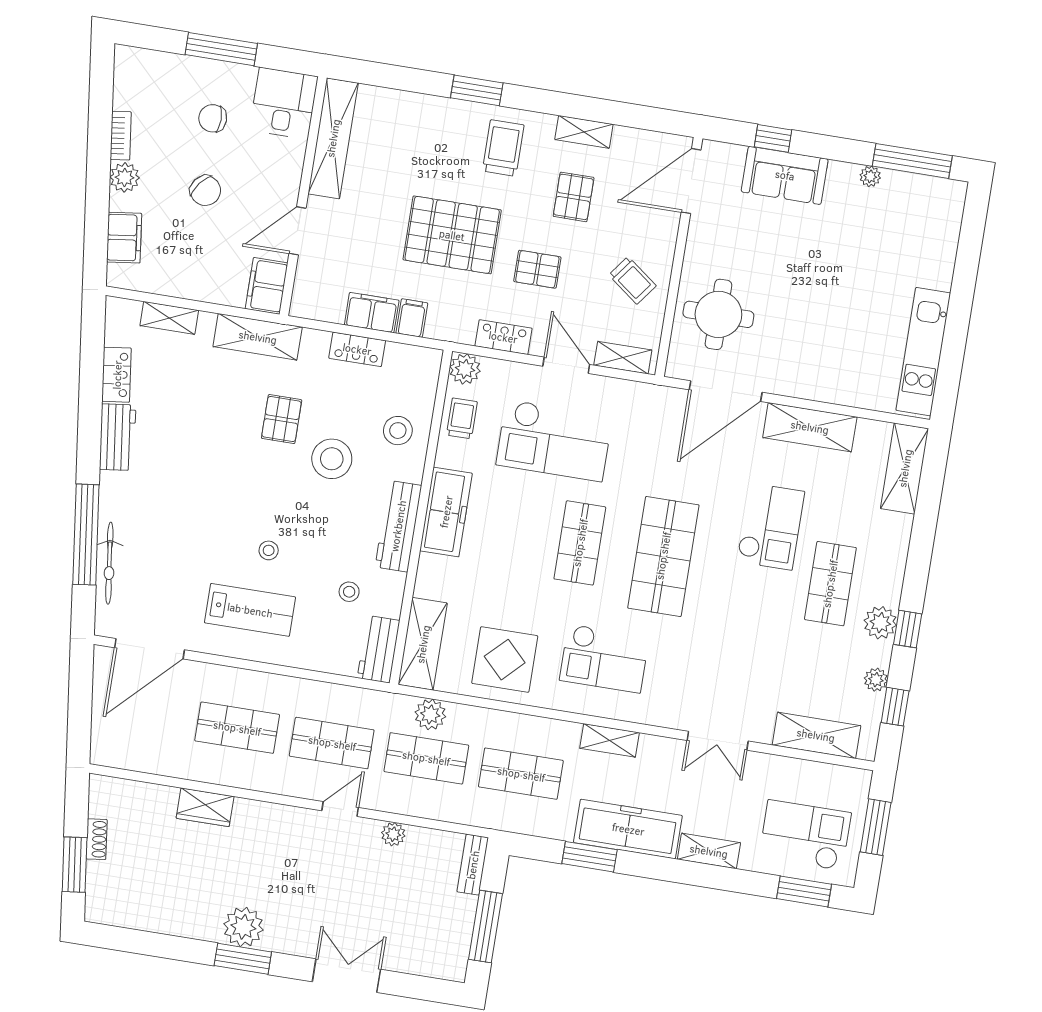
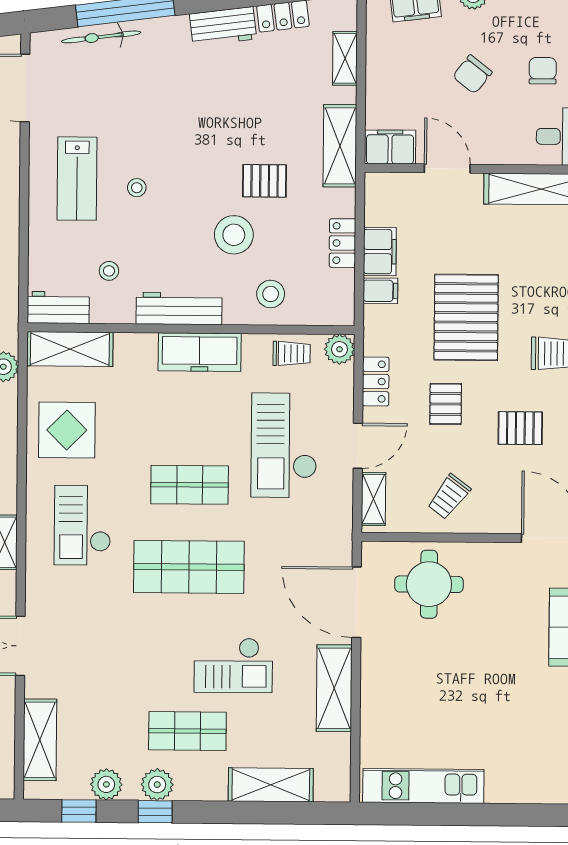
shelving: (905, 468) -> (271, 785), moved
plant: (876, 680) -> (106, 784), width x1.38, depth x1.38

